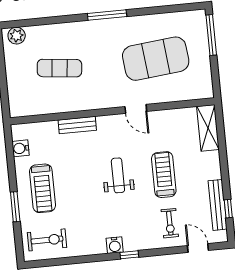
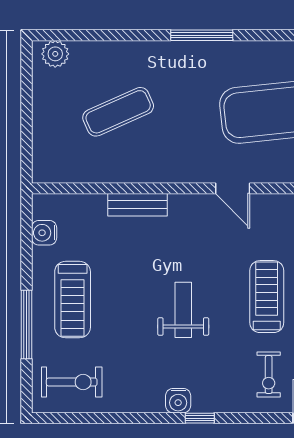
exercise mat: (59, 68) -> (118, 112), turned -30
weight bench: (118, 175) -> (183, 310), moved
window: (15, 207) -> (27, 324), width x1.44

